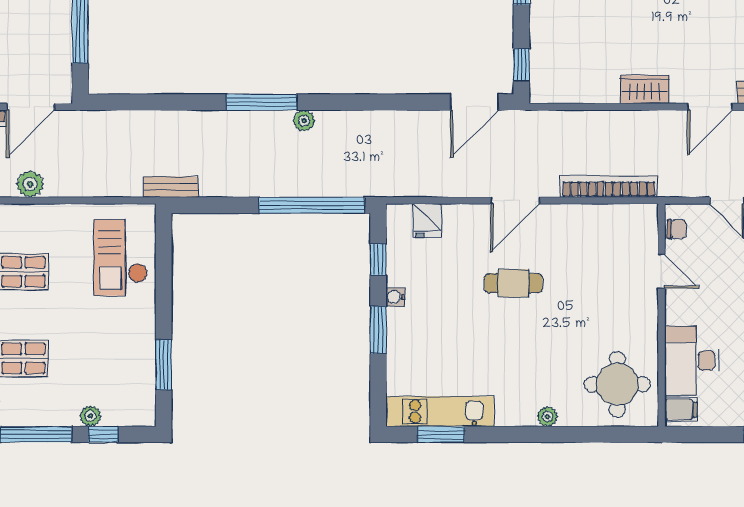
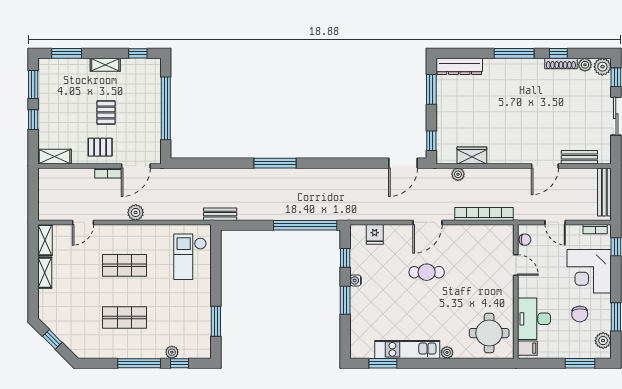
wardrobe: (645, 89) -> (472, 156), moved
plant: (304, 121) -> (458, 174), moved
kitchen unit: (440, 411) -> (407, 349), moved

